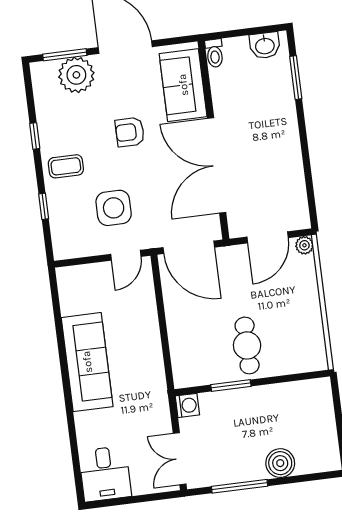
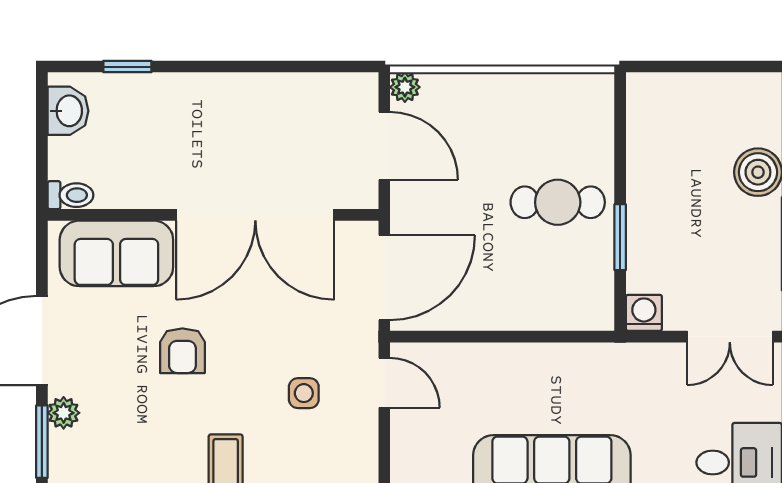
plant: (76, 75) -> (64, 413), width x0.53, depth x0.53
window: (296, 78) -> (127, 67), width x0.67
side table: (114, 208) -> (304, 393), width x0.54, depth x0.54

